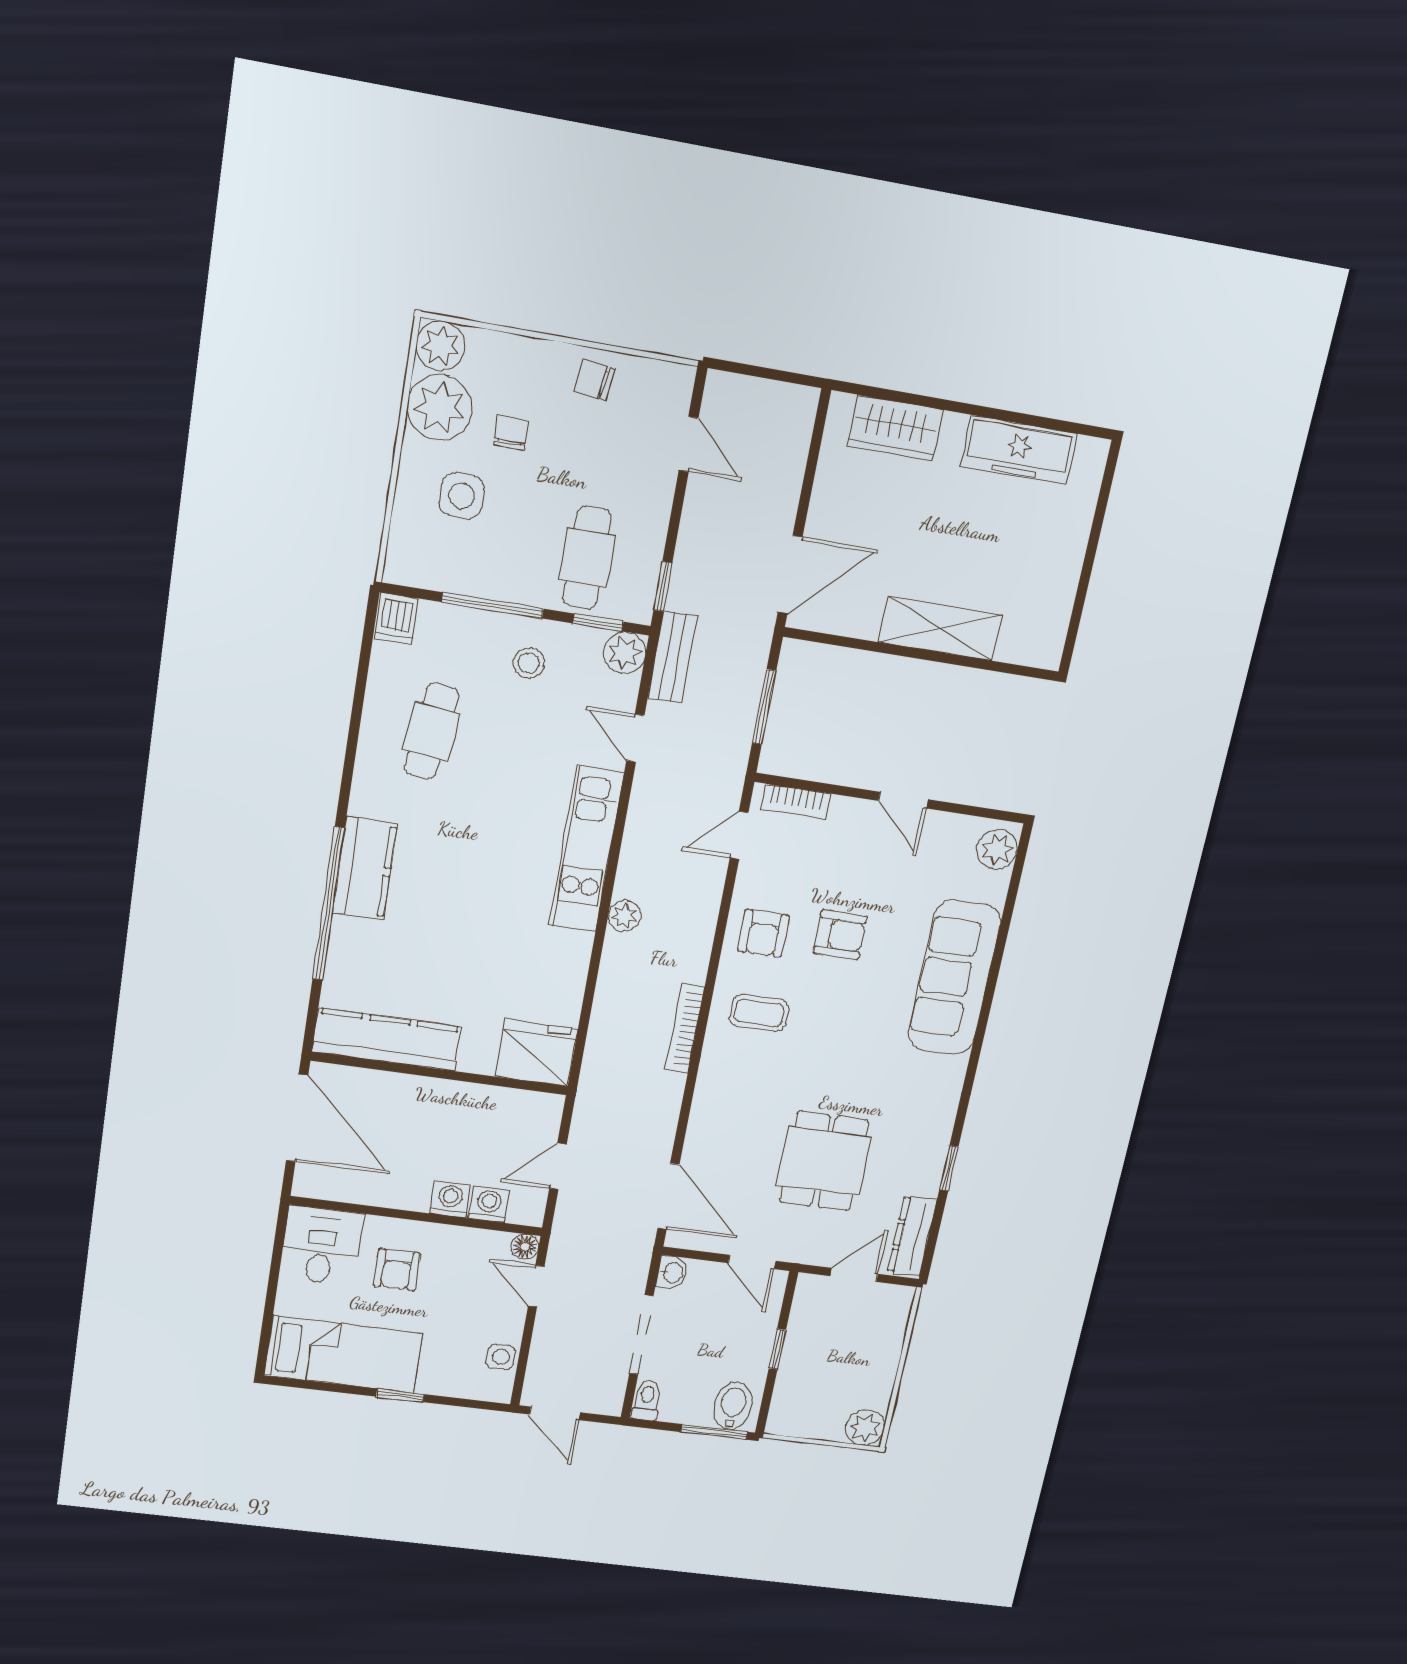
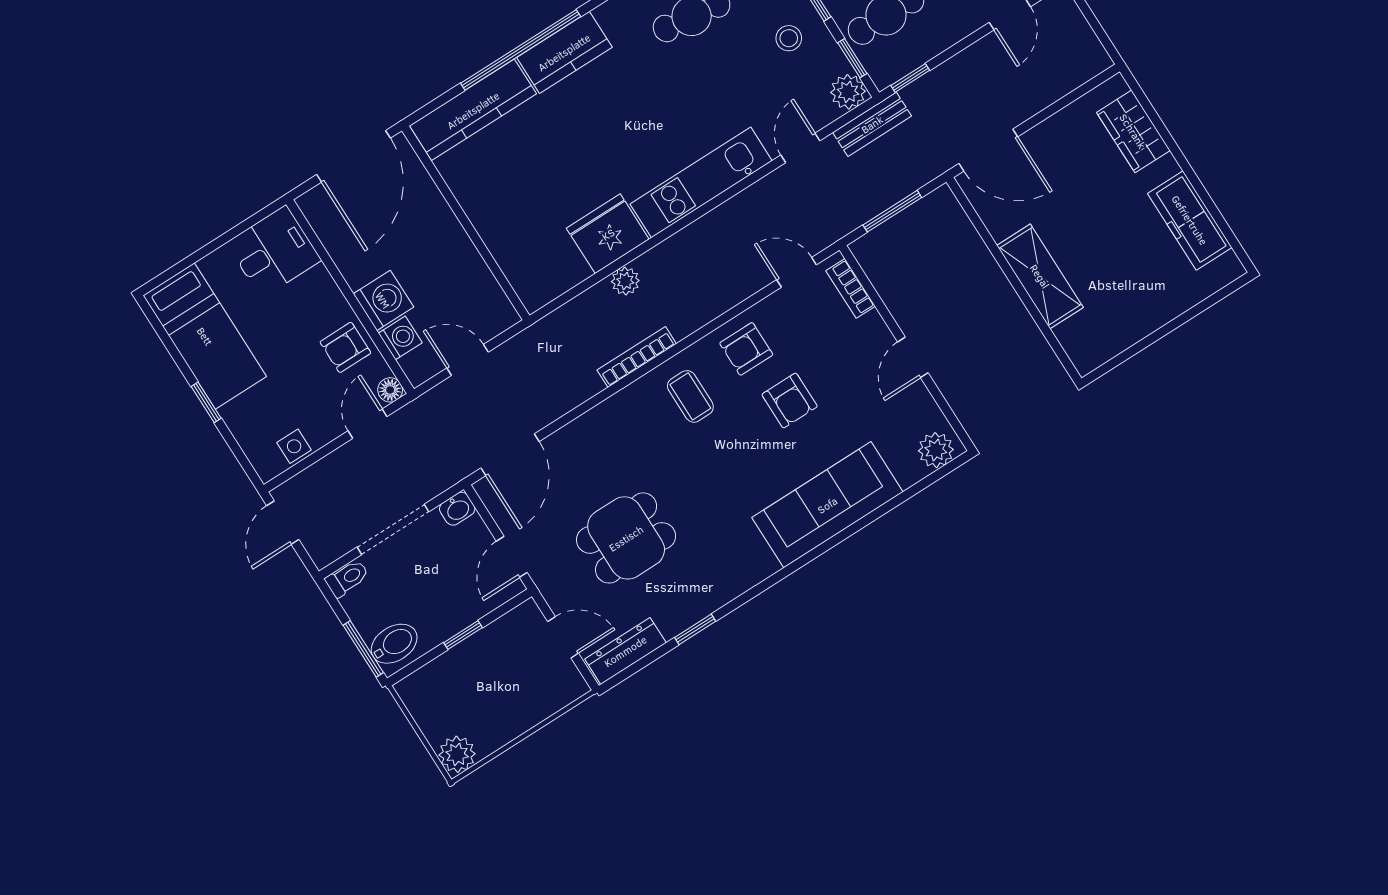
plant: (625, 916) -> (625, 281), moved
kitchen counter: (387, 1039) -> (473, 110), moved, turned 90
fridge: (537, 1053) -> (608, 234), moved, turned -90
washing machine: (450, 1199) -> (383, 300), width x1.38, depth x1.38
armchair: (397, 1270) -> (345, 347), moved

